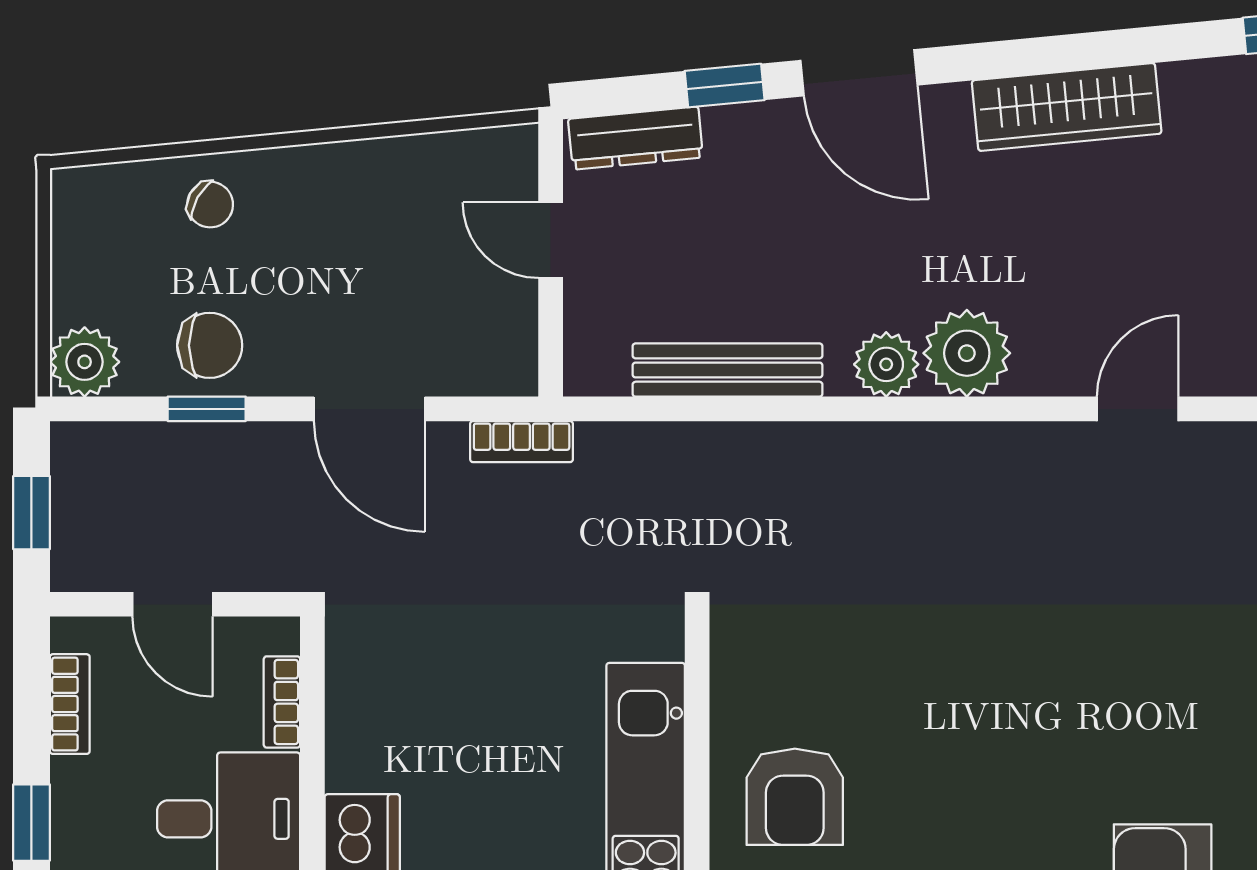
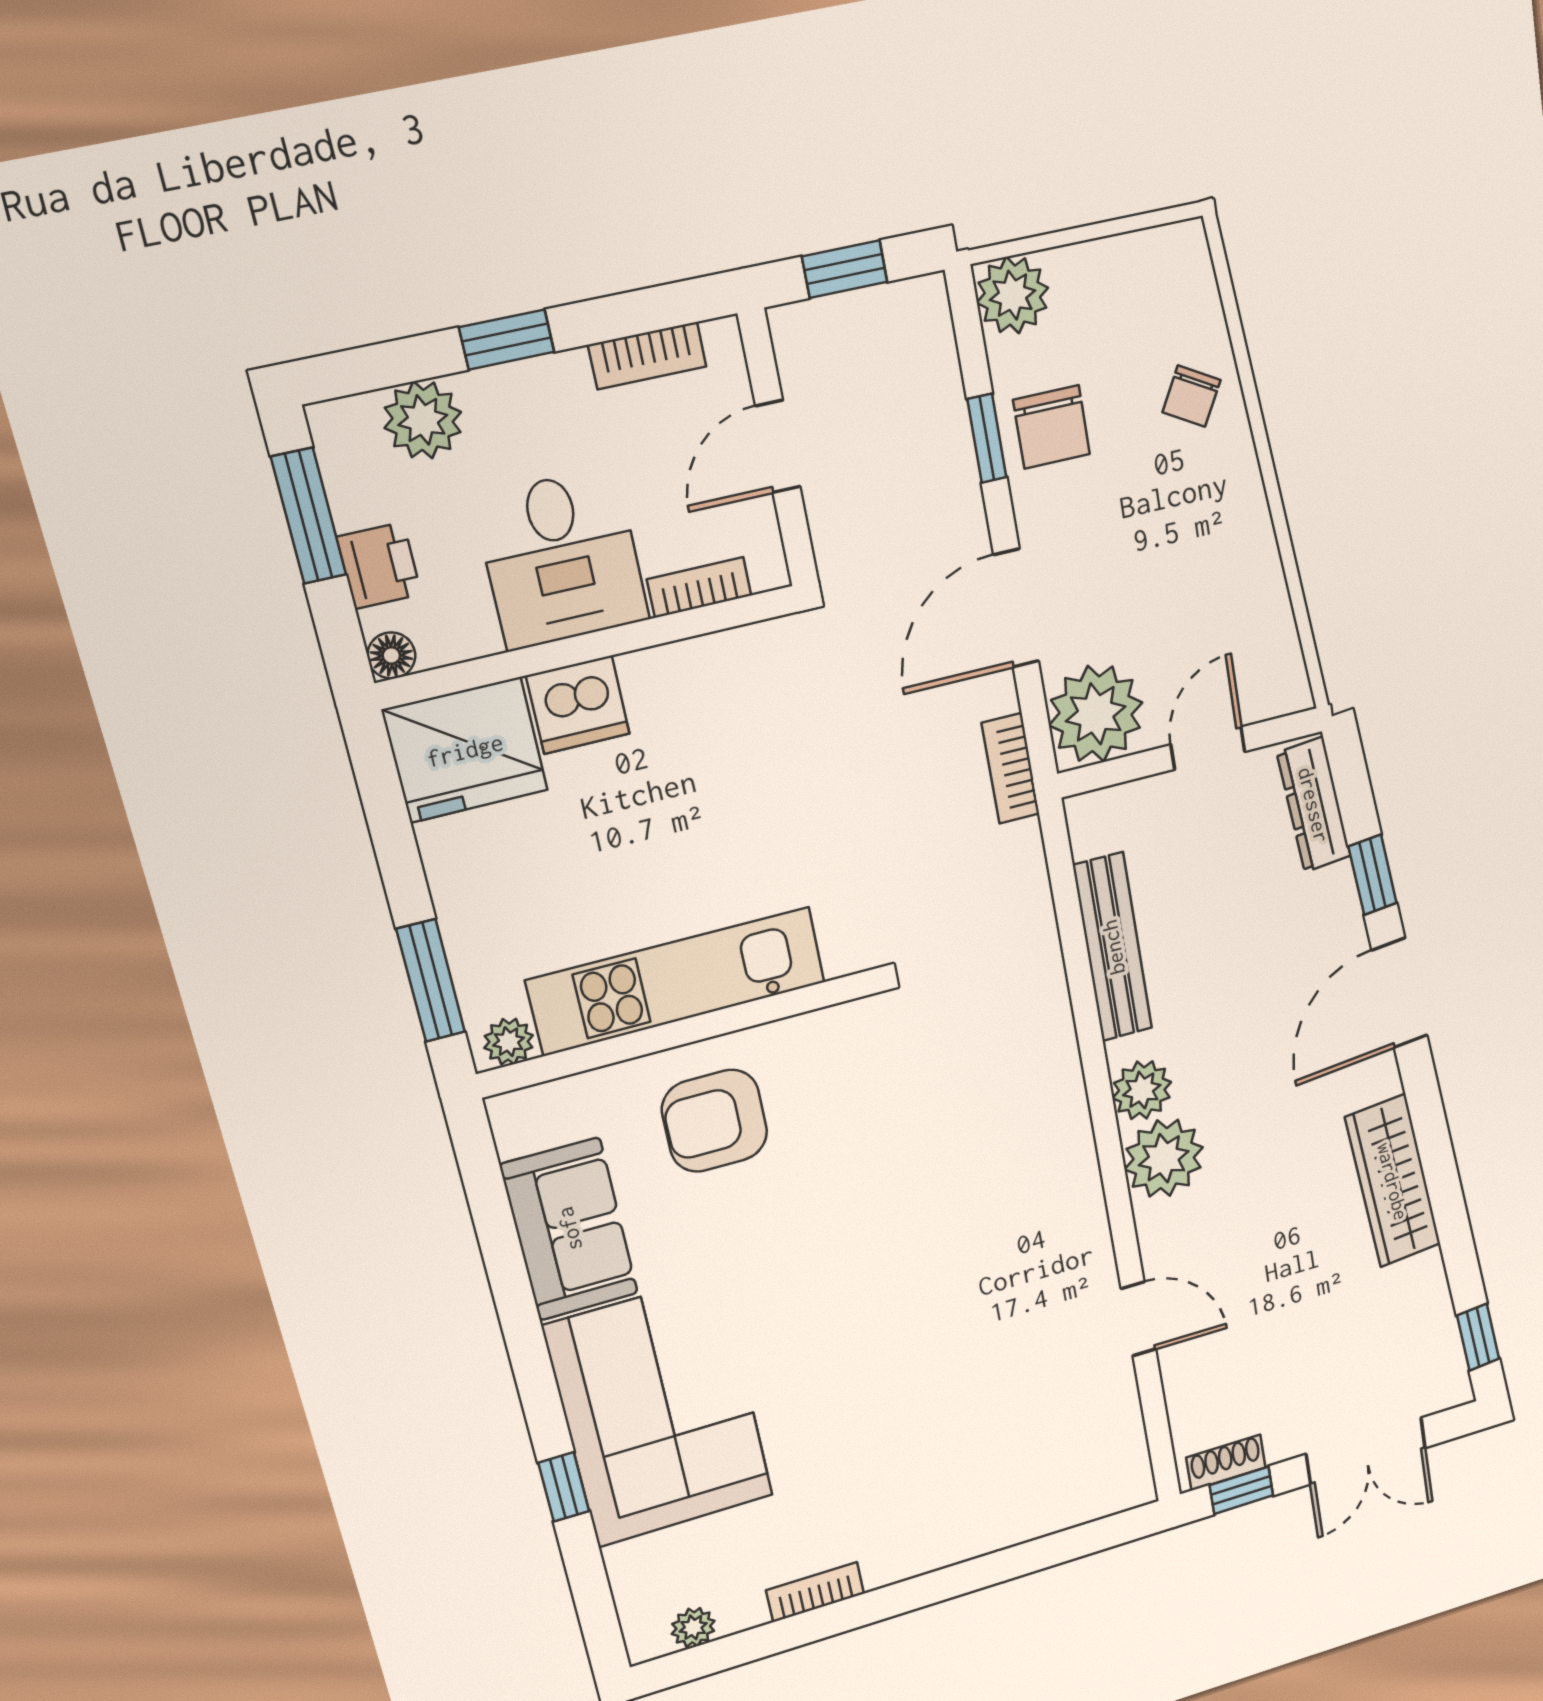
plant: (489, 348) -> (1096, 714), added

